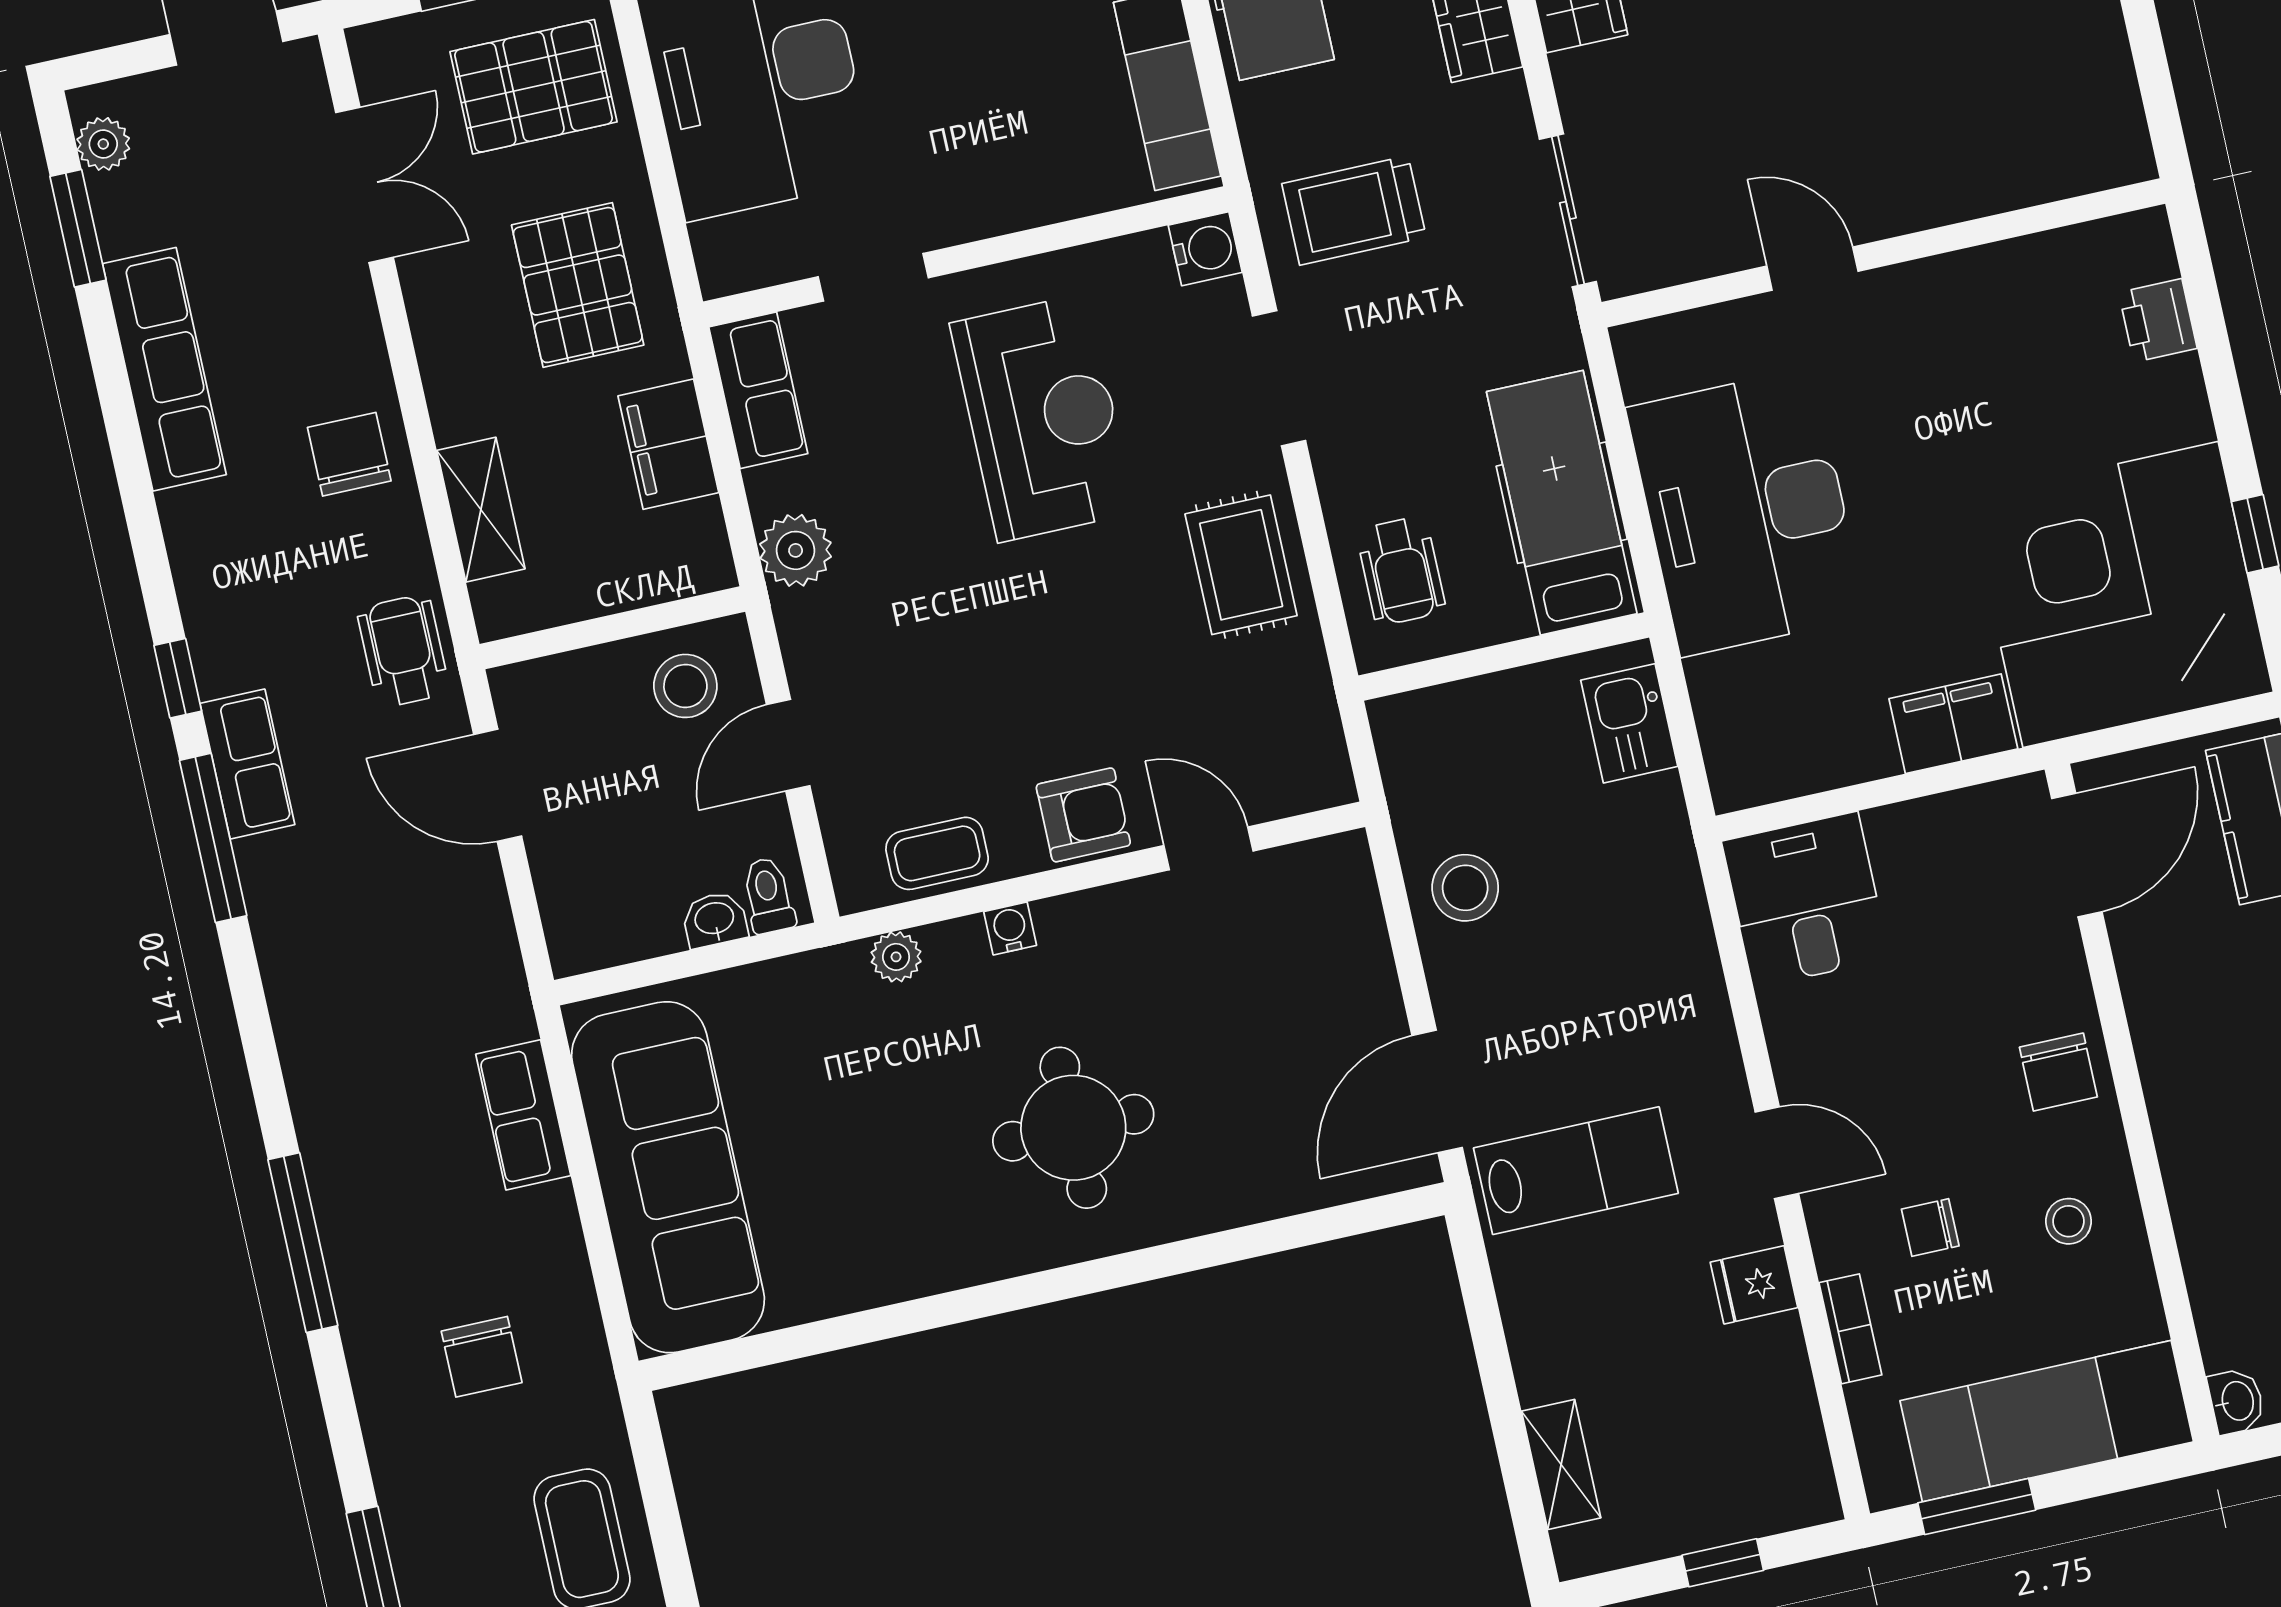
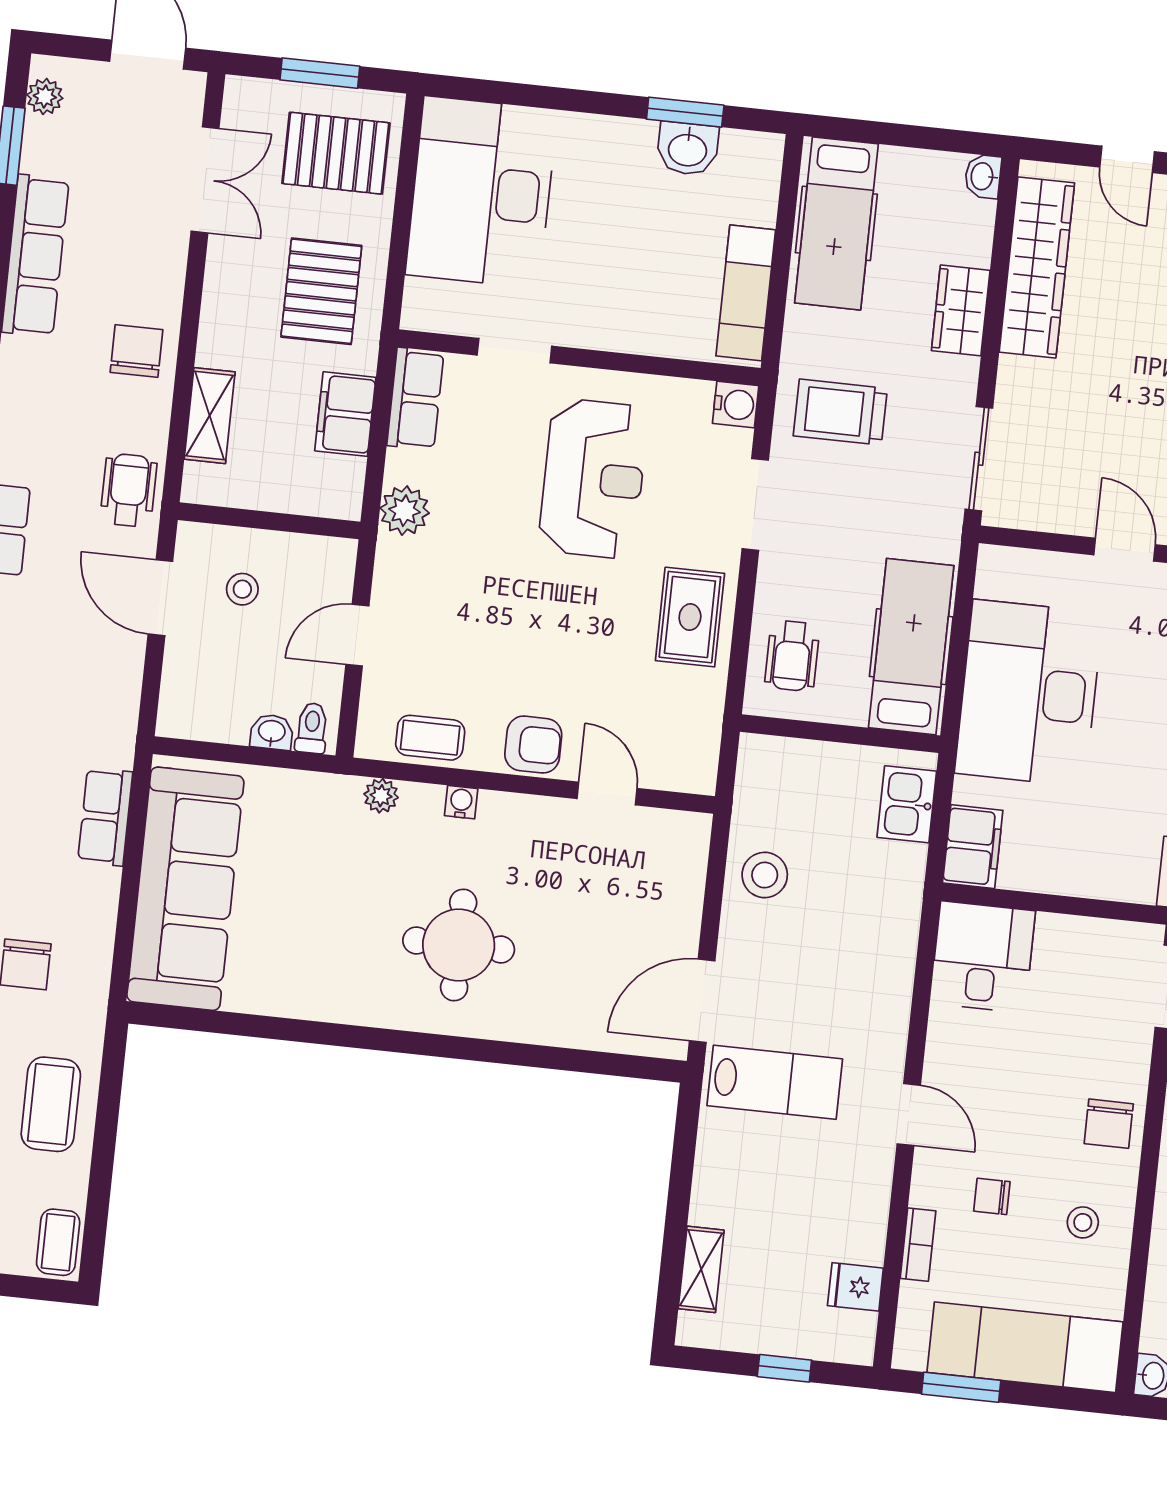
stool: (685, 686) -> (242, 589), moved, width x0.73, depth x0.73
filing cabinet: (1953, 724) -> (973, 847), moved, turned 90
fridge: (1754, 1285) -> (855, 1287), moved

